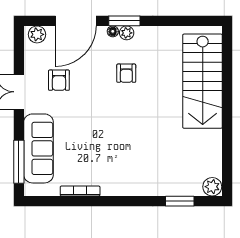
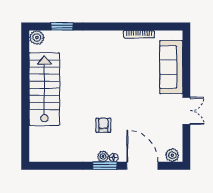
door: (76, 21) -> (142, 166), hinge flipped
armchair: (59, 80) -> (155, 120), removed
stairs: (203, 81) -> (44, 89), moved
window: (19, 162) -> (186, 57), removed

